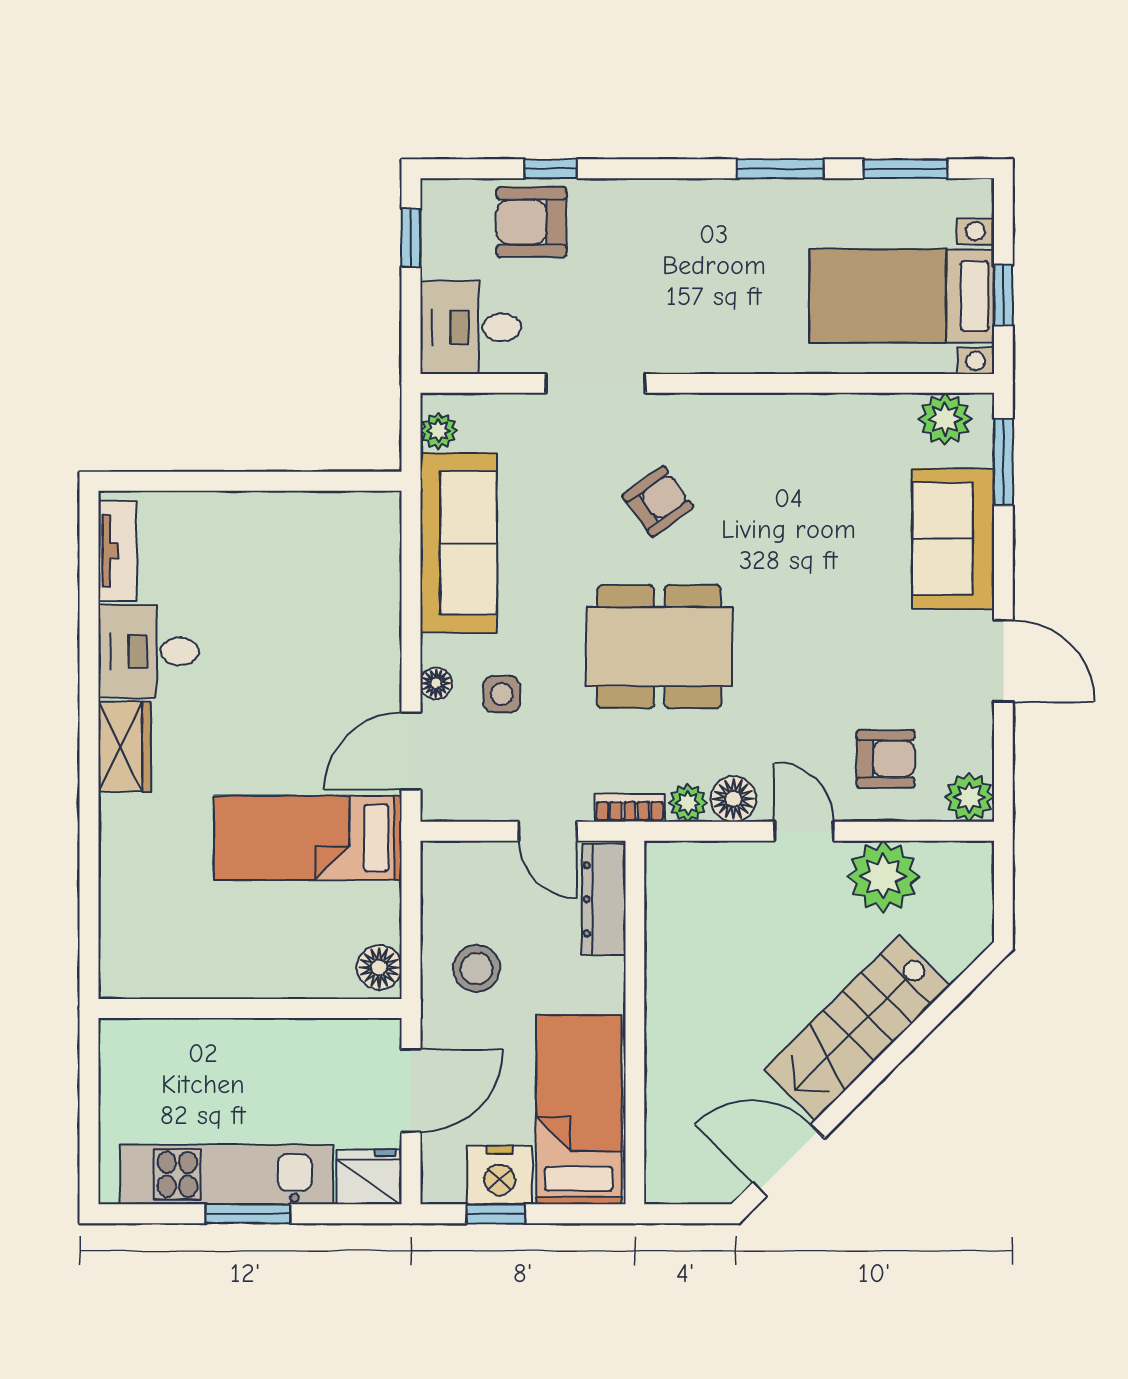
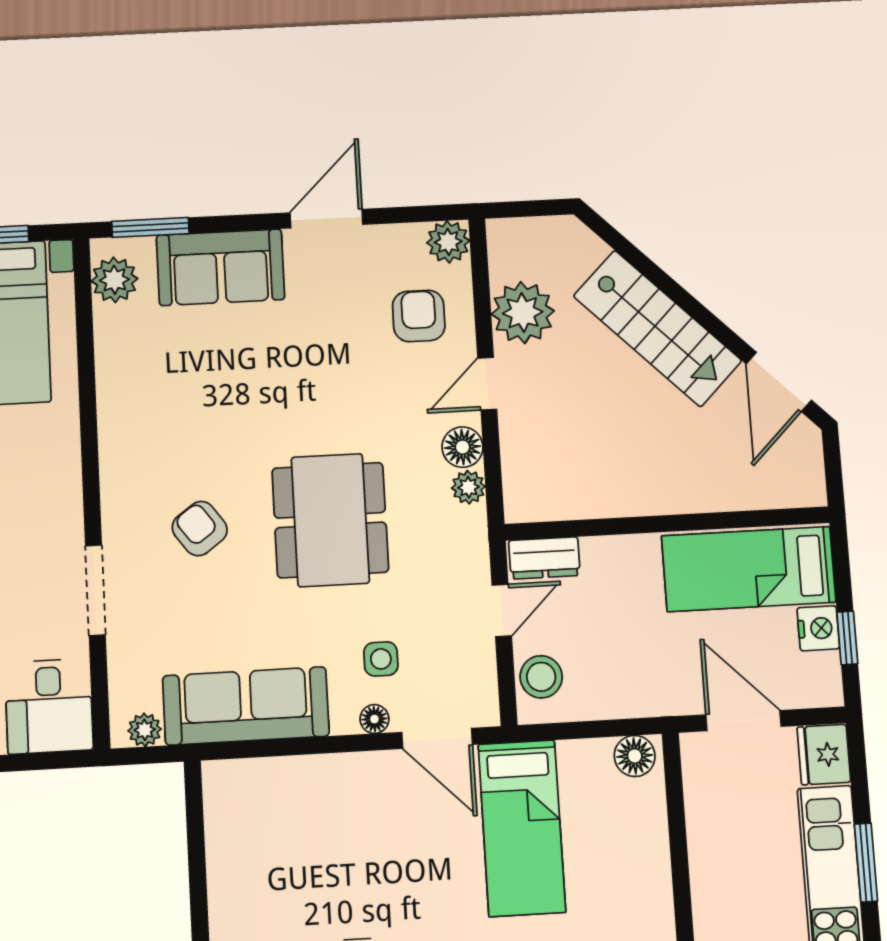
bookcase: (630, 808) -> (476, 539), removed
dresser: (604, 899) -> (544, 558), width x0.70
stool: (477, 968) -> (541, 677), moved
nightstand: (500, 1175) -> (818, 628), width x0.74, depth x0.75

